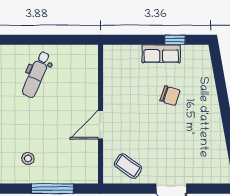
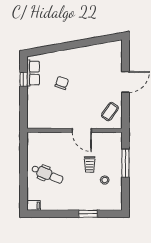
row of seats: (161, 54) -> (33, 73), moved
trolley: (51, 136) -> (90, 164), added

